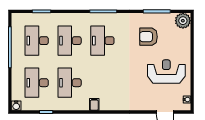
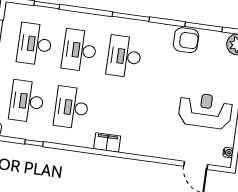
armchair: (149, 37) -> (186, 40), moved, turned 180
filing cabinet: (94, 104) -> (107, 142), width x2.00

